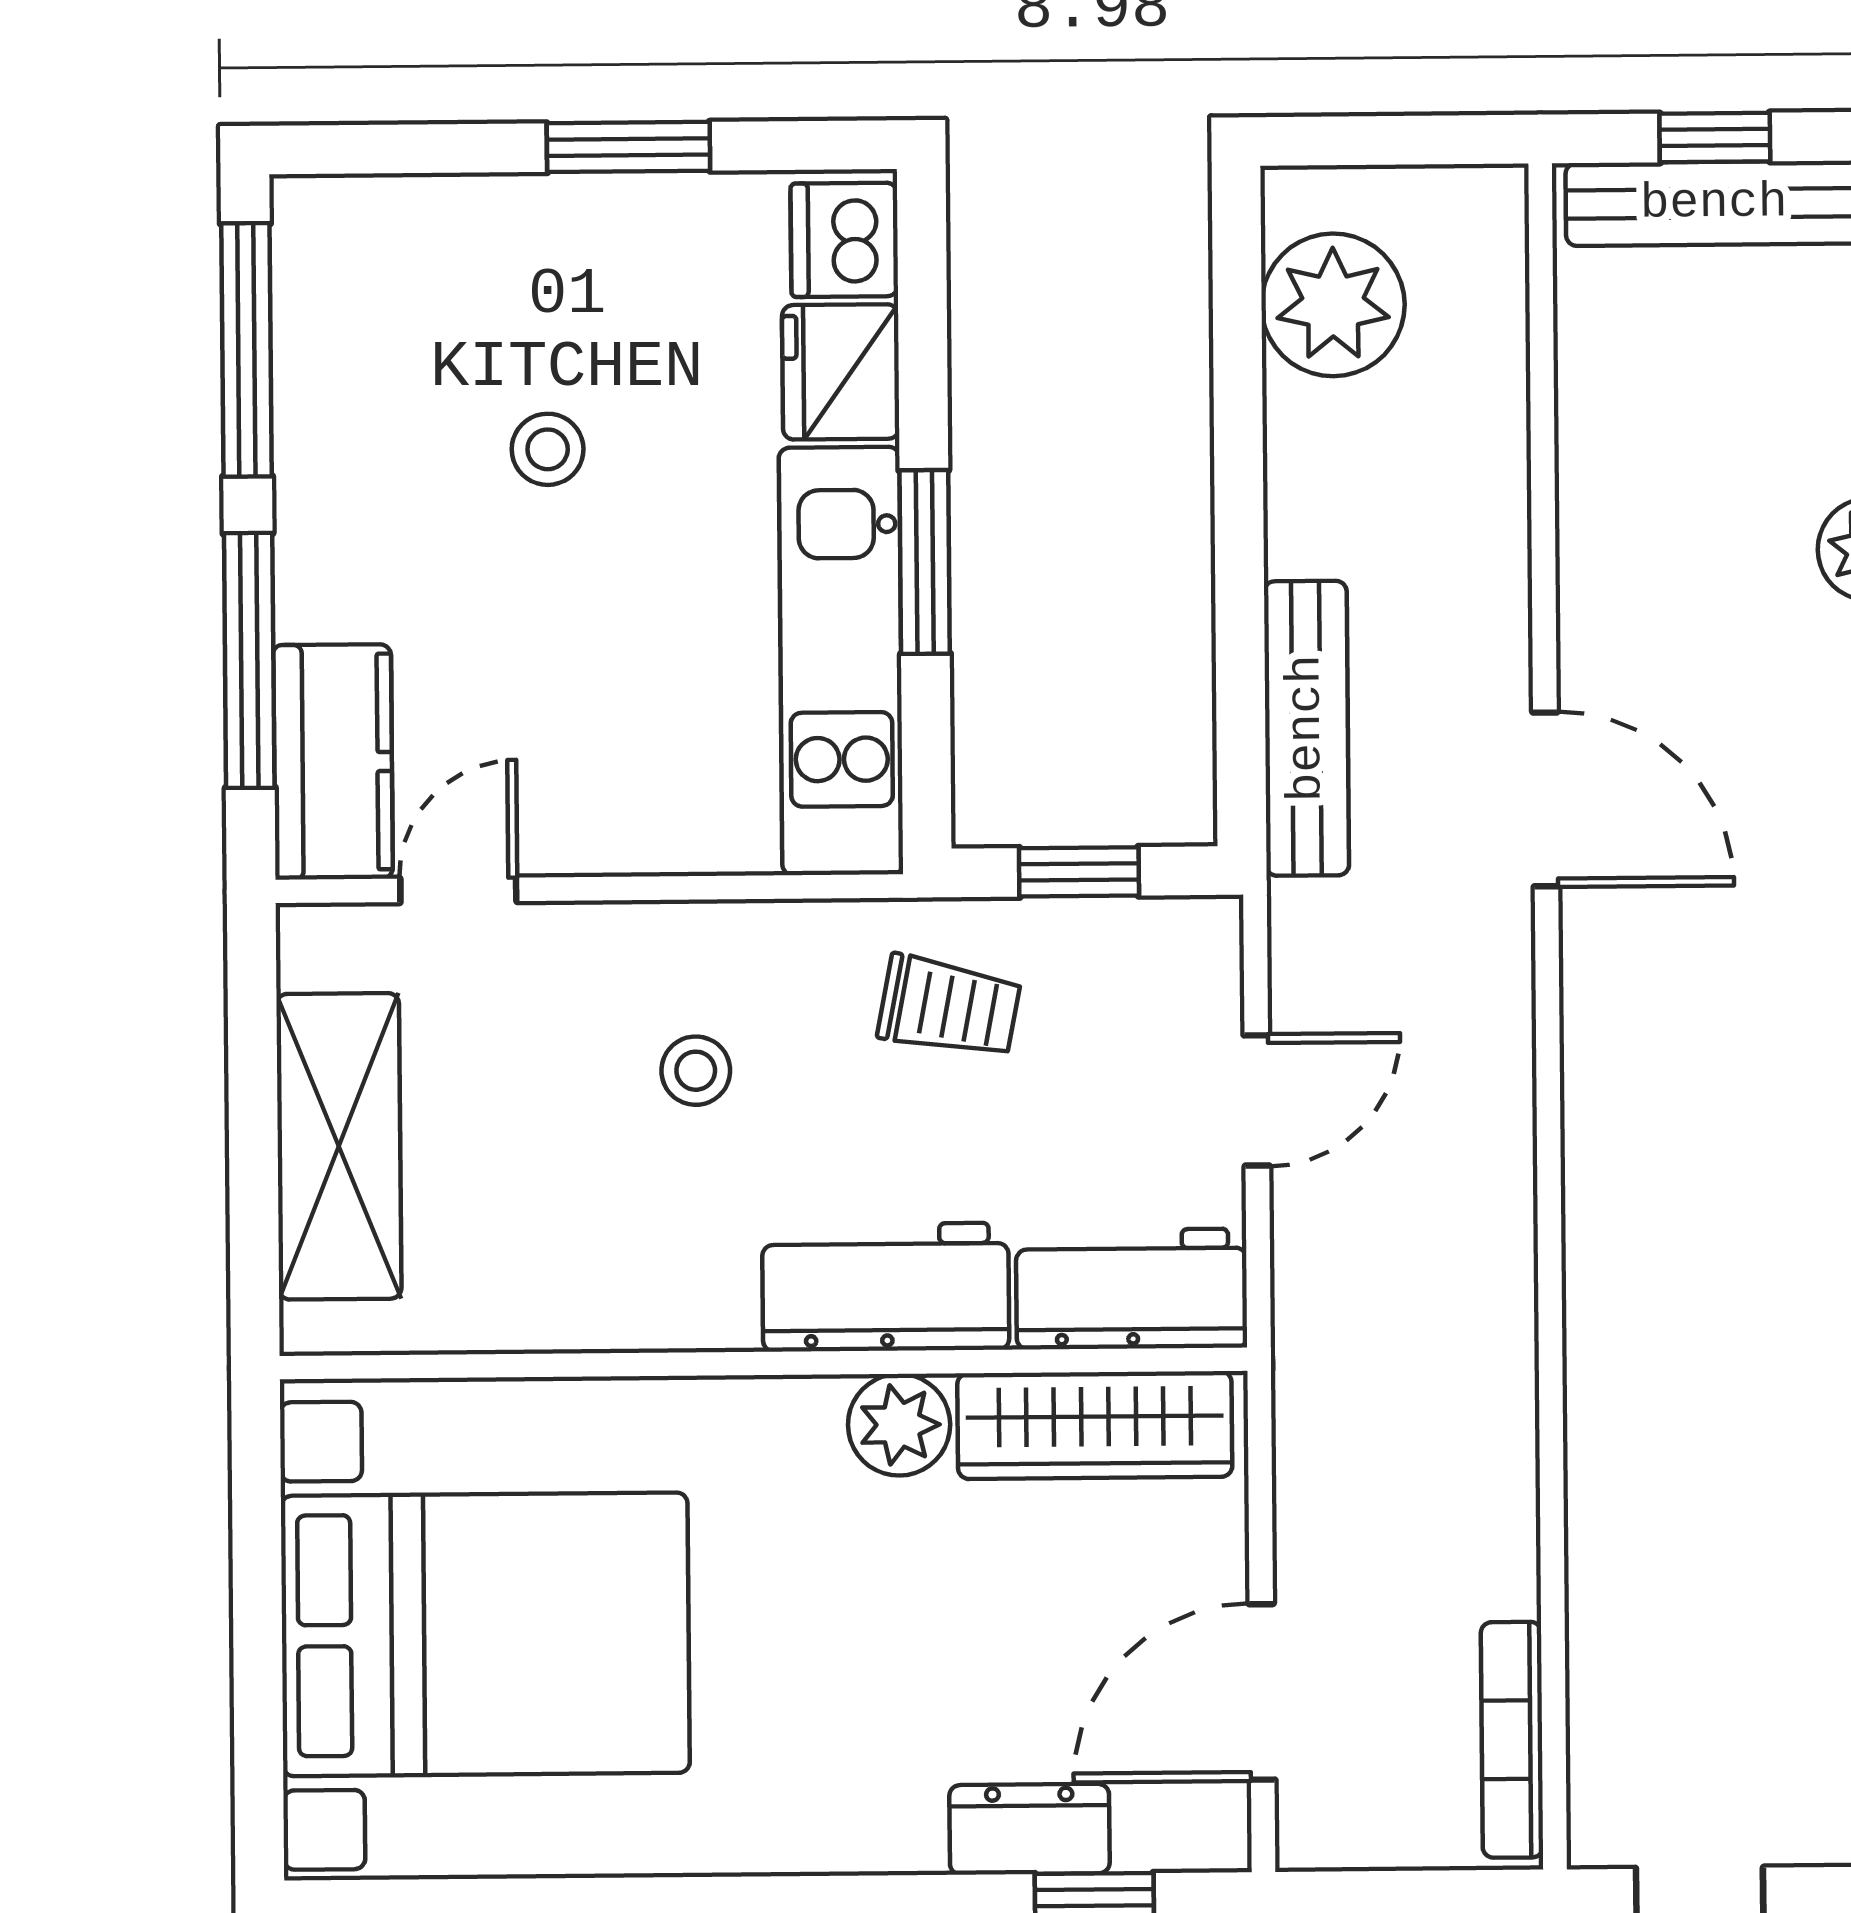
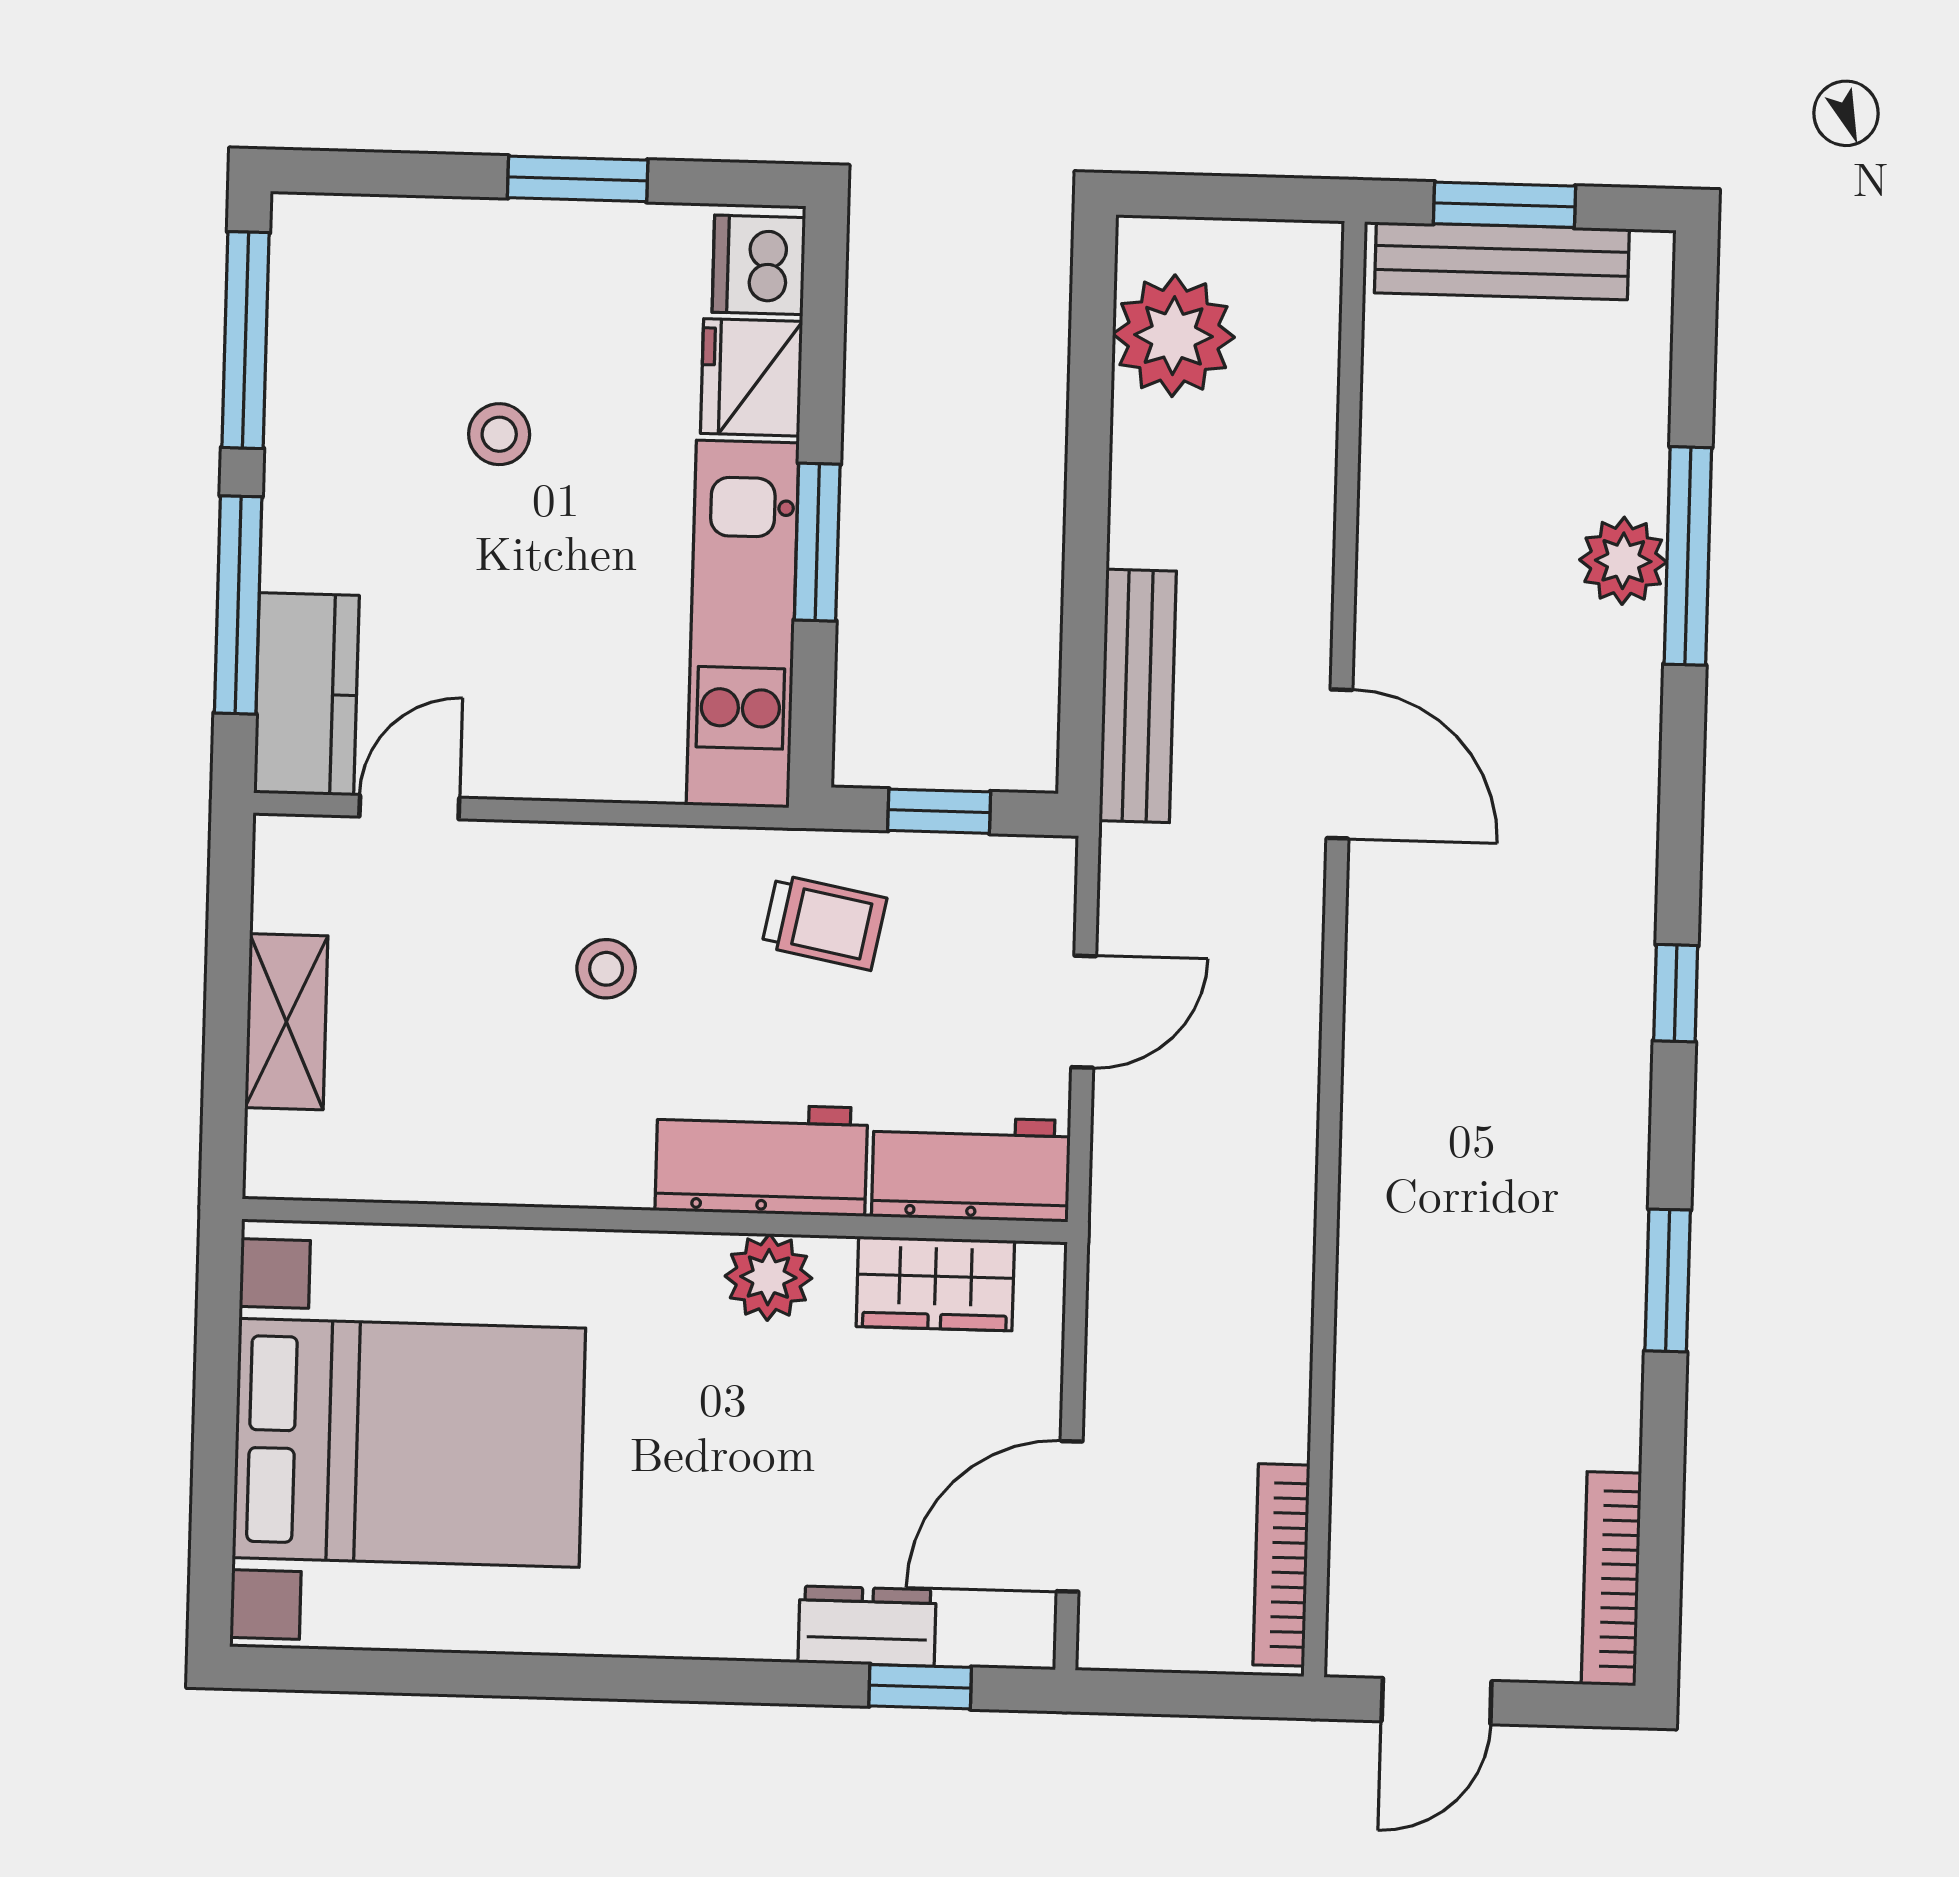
window: (1715, 137) -> (1504, 205), width x1.50
shelving: (339, 1146) -> (286, 1022), width x0.67, depth x0.75
wardrobe: (1095, 1425) -> (935, 1283), width x0.67

